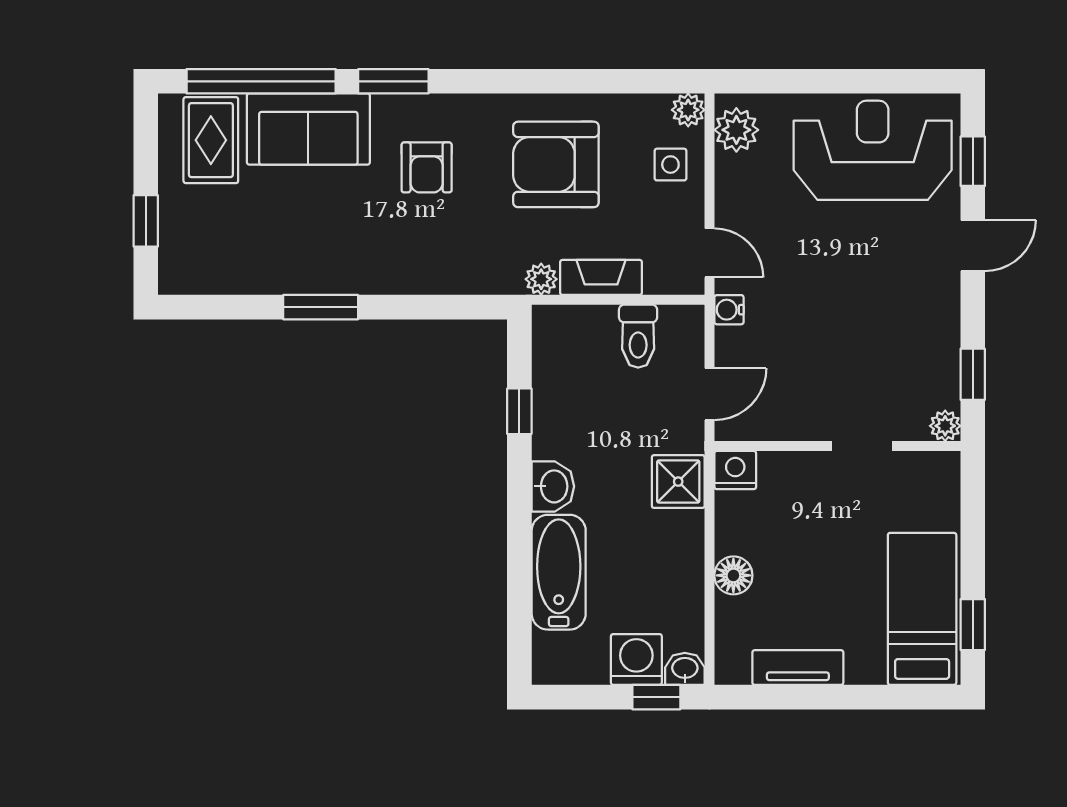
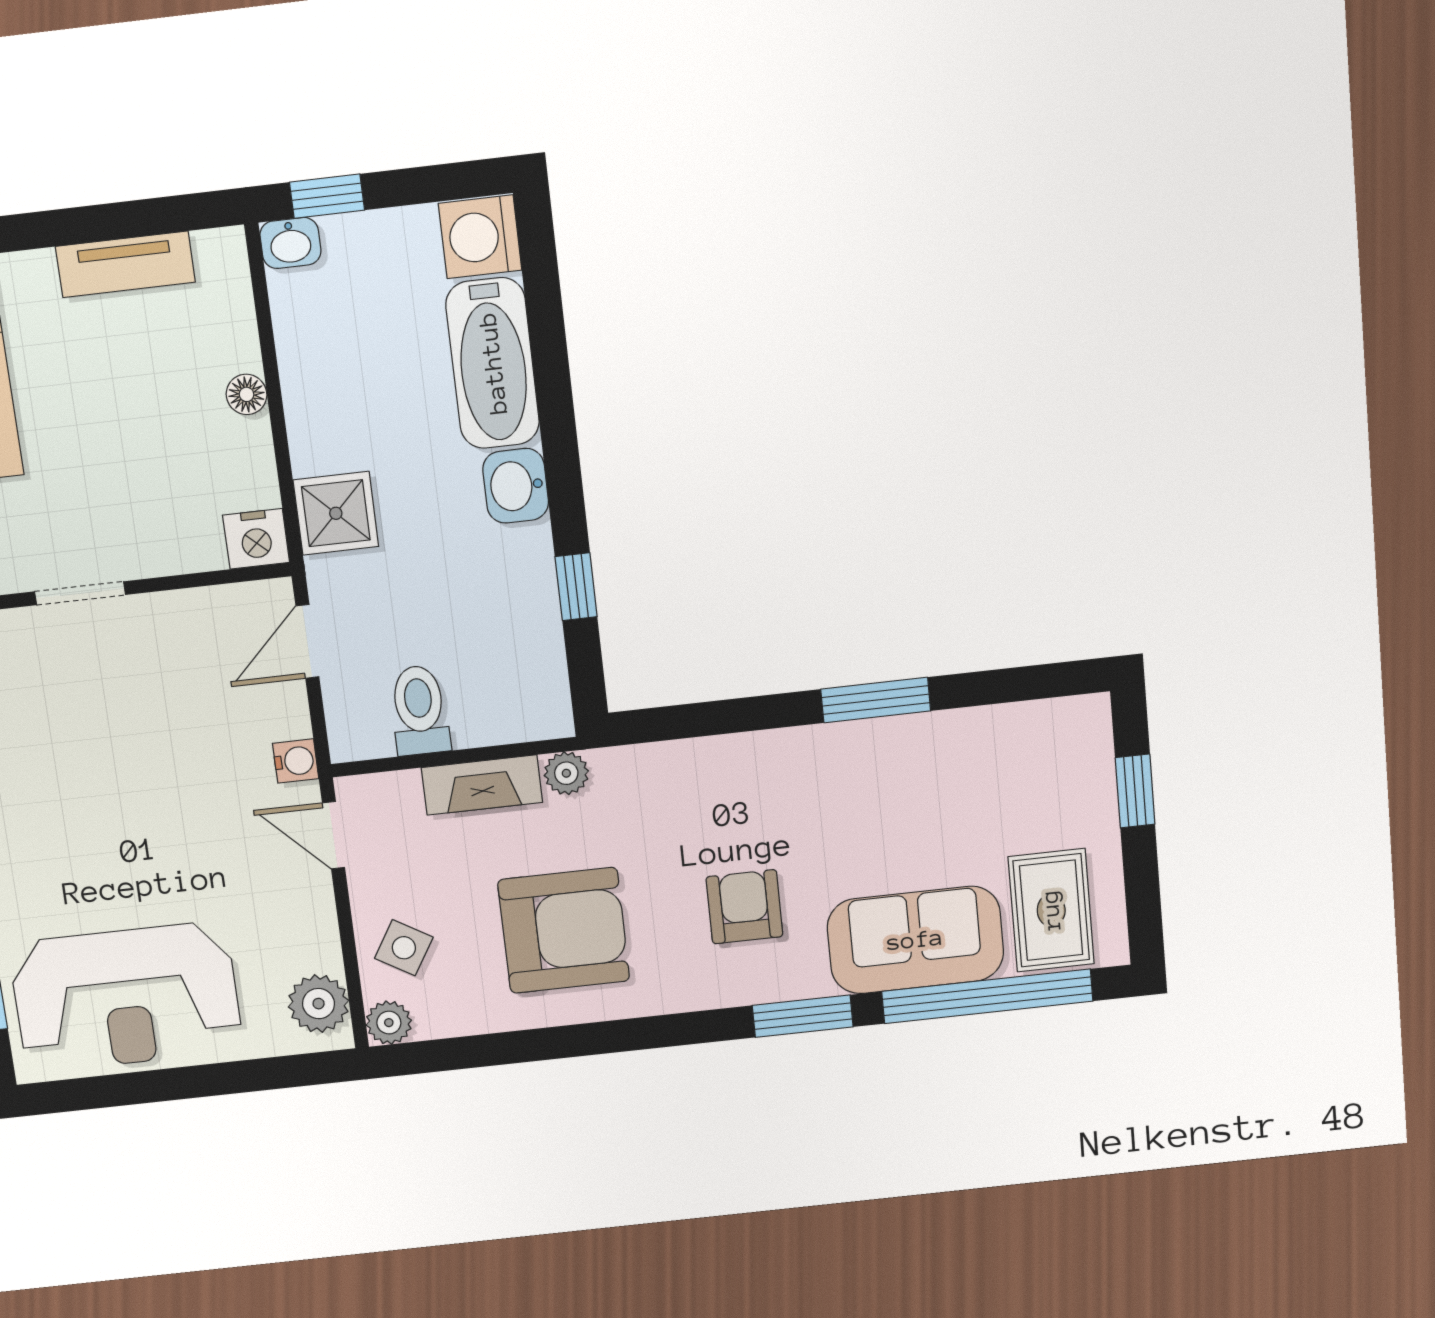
side table: (670, 165) -> (404, 948), turned 31
floor lamp: (733, 575) -> (247, 394), width x0.73, depth x0.73
washing machine: (636, 659) -> (480, 237), moved, turned 90

